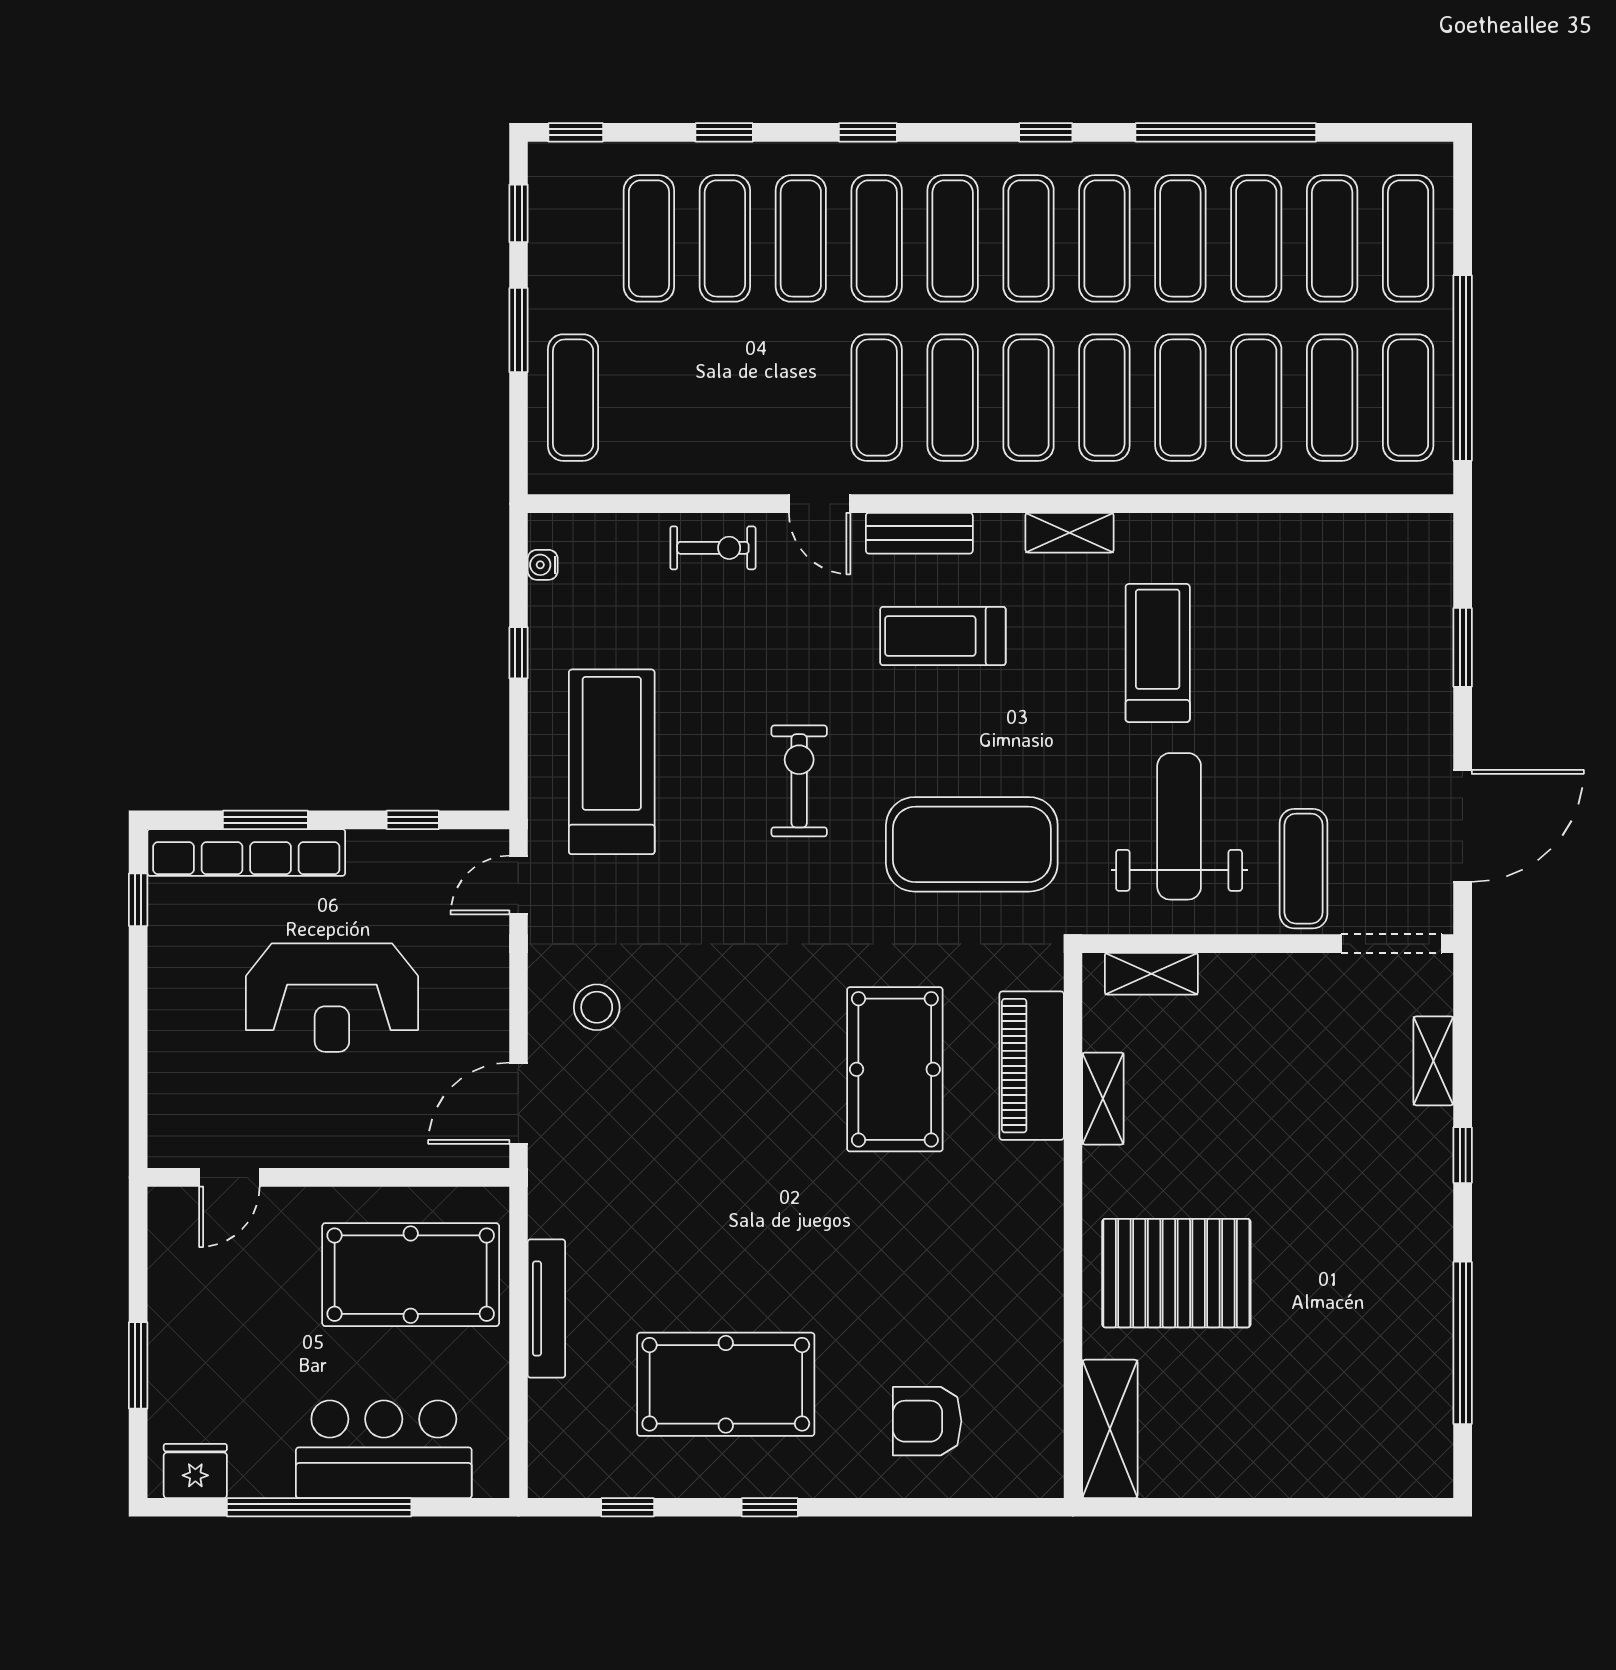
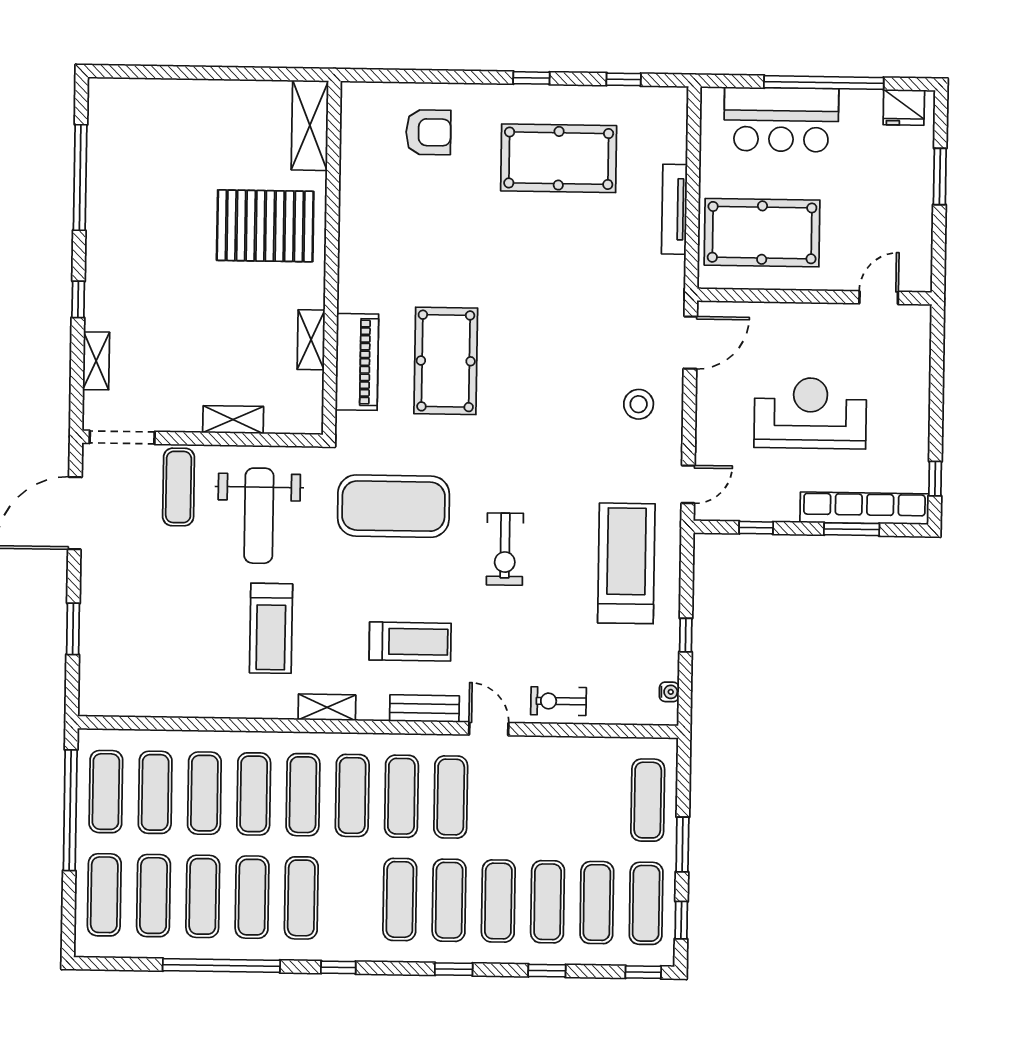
exercise mat: (1029, 238) -> (646, 903), moved
treadmill: (612, 762) -> (626, 563), turned 180
shelving: (1151, 974) -> (233, 420), moved

